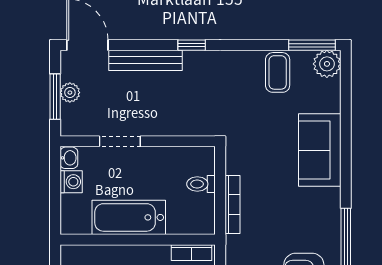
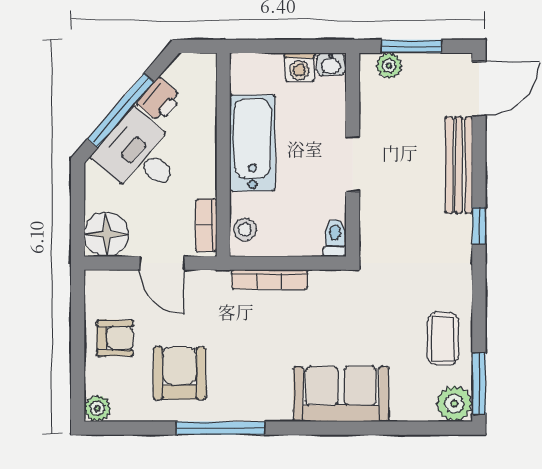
coffee table: (278, 72) -> (443, 339), turned 90
plant: (70, 93) -> (389, 66), moved
doorway: (120, 141) -> (353, 164), moved
toilet: (201, 184) -> (335, 238), moved
stool: (195, 223) -> (245, 230), added

